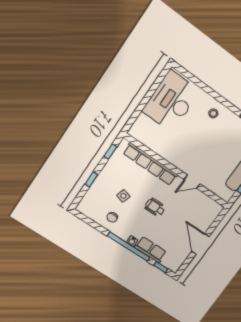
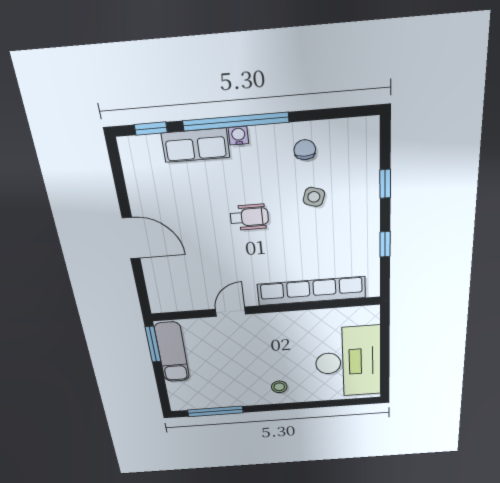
row of seats: (150, 164) -> (311, 291), moved
wall: (177, 171) -> (266, 309), moved
door: (192, 182) -> (230, 312), moved
door: (200, 244) -> (131, 238), moved

